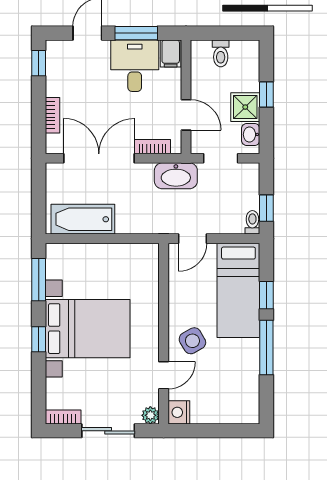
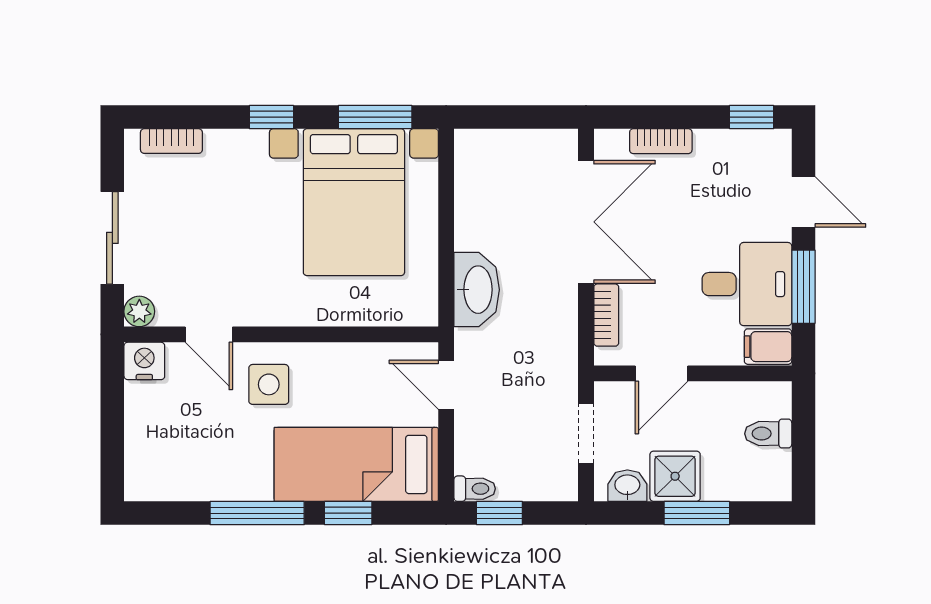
window: (266, 94) -> (697, 513), width x1.50
washbasin: (176, 176) -> (477, 290), moved, turned 180
bathtub: (83, 219) -> (480, 194), removed
bed with nightstands: (88, 329) -> (354, 202), moved
side table: (192, 341) -> (269, 384), turned 30
bookcase: (63, 417) -> (171, 141), moved, turned 90

